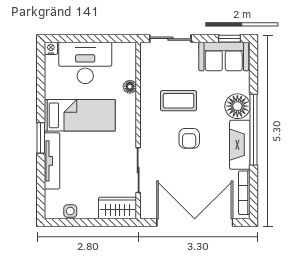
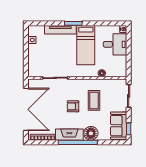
desk: (85, 63) -> (115, 44), width x0.73
wardrobe: (117, 208) -> (34, 66), removed

